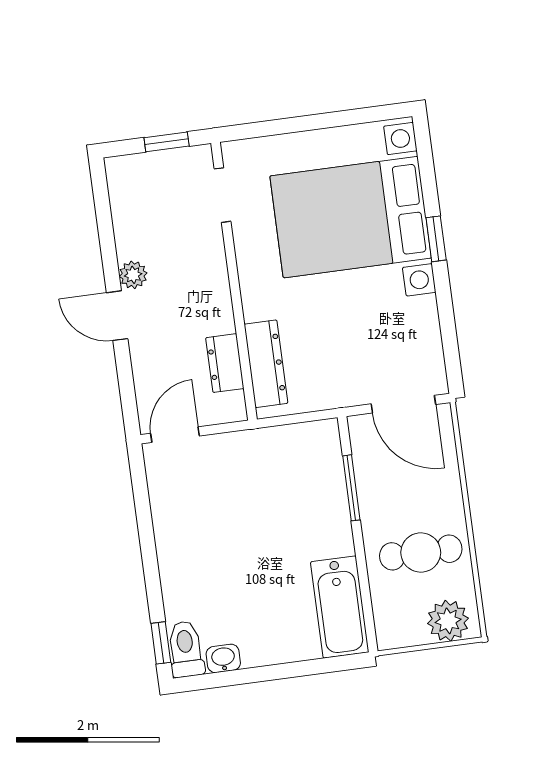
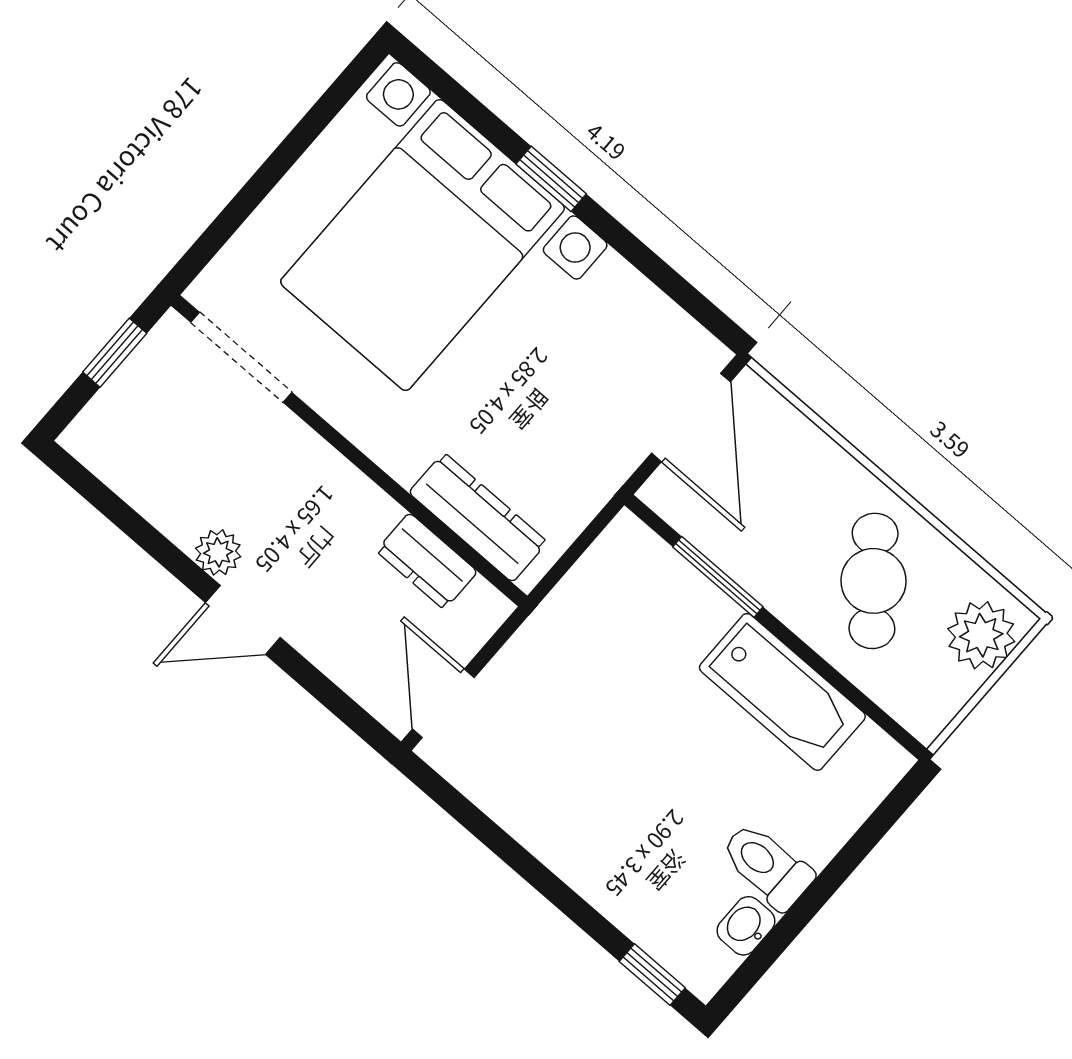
doorway: (222, 195) -> (241, 357), width x1.38
door: (403, 404) -> (691, 418), hinge flipped
cafe table: (421, 553) -> (873, 581), turned -39
bathtub: (340, 607) -> (782, 692), moved
toilet: (186, 649) -> (767, 866), moved

